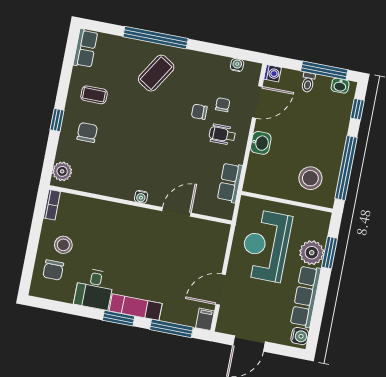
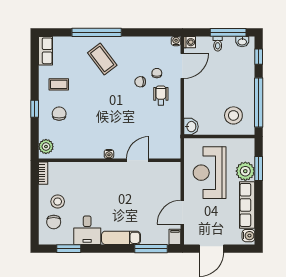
water cooler: (237, 65) -> (176, 41), moved
coffee table: (156, 73) -> (102, 59), turned -69
wheelchair: (222, 134) -> (161, 95), turned 90
washbasin: (261, 143) -> (191, 127), moved
row of seats: (230, 183) -> (174, 130), removed
window: (119, 318) -> (69, 249), moved

